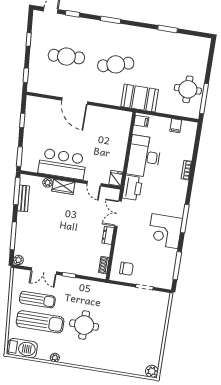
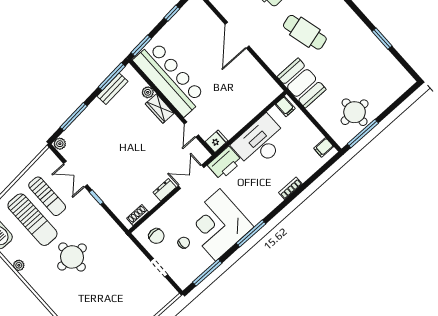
filing cabinet: (176, 126) -> (324, 147), moved
bar counter: (62, 164) -> (170, 78), width x1.36
corner desk: (165, 231) -> (218, 225), width x1.36, depth x1.36
chair: (147, 259) -> (184, 243), added

